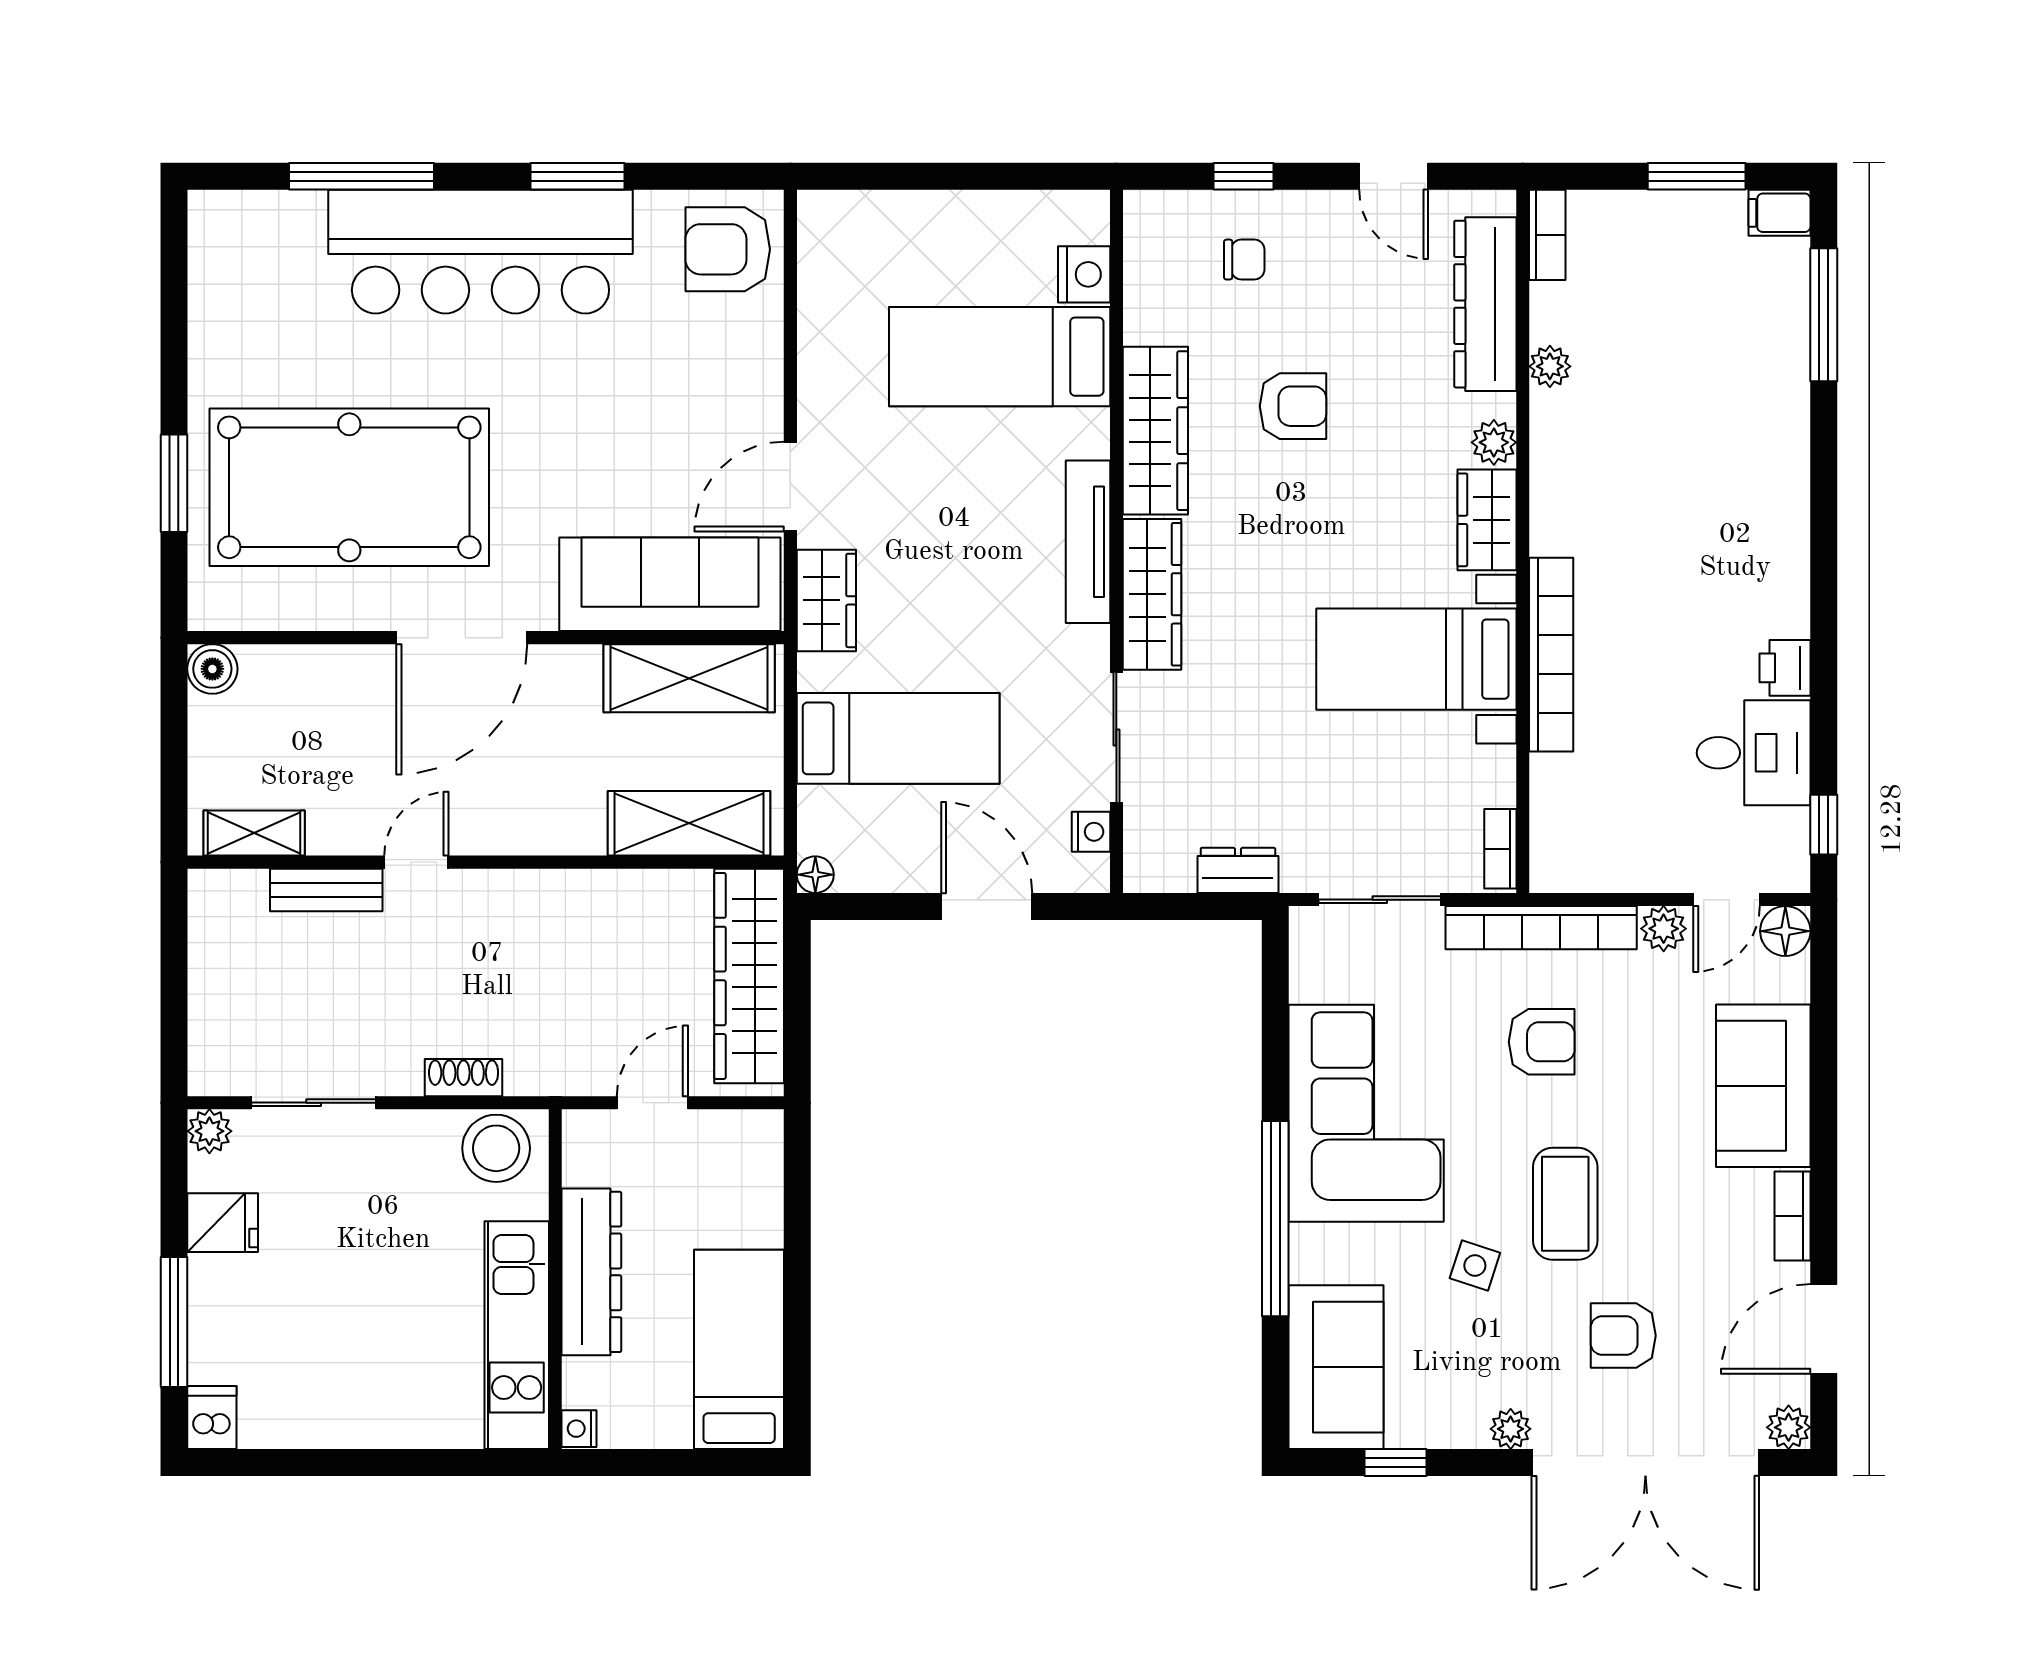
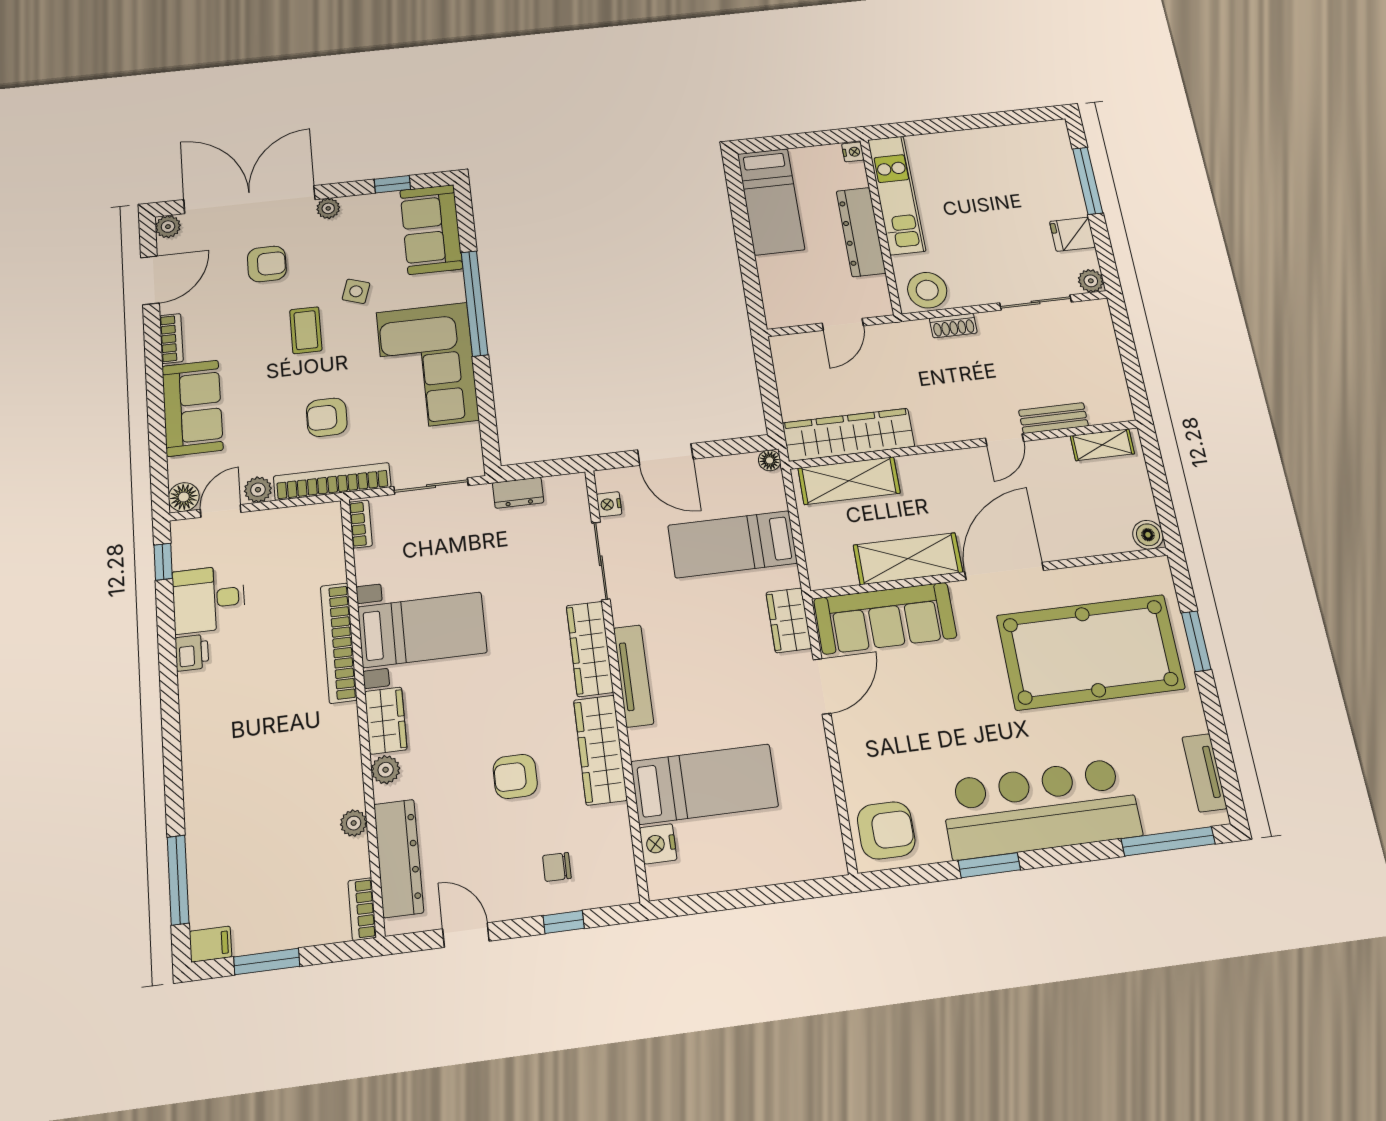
window: (361, 176) -> (1168, 841), moved
tv unit: (210, 274) -> (1204, 773), added
shelving: (689, 678) -> (908, 559), moved
wardrobe: (749, 976) -> (848, 435), moved, turned -90
coffee table: (1565, 1204) -> (306, 330), width x0.73, depth x0.77
dishwasher: (212, 1417) -> (1056, 136), removed

